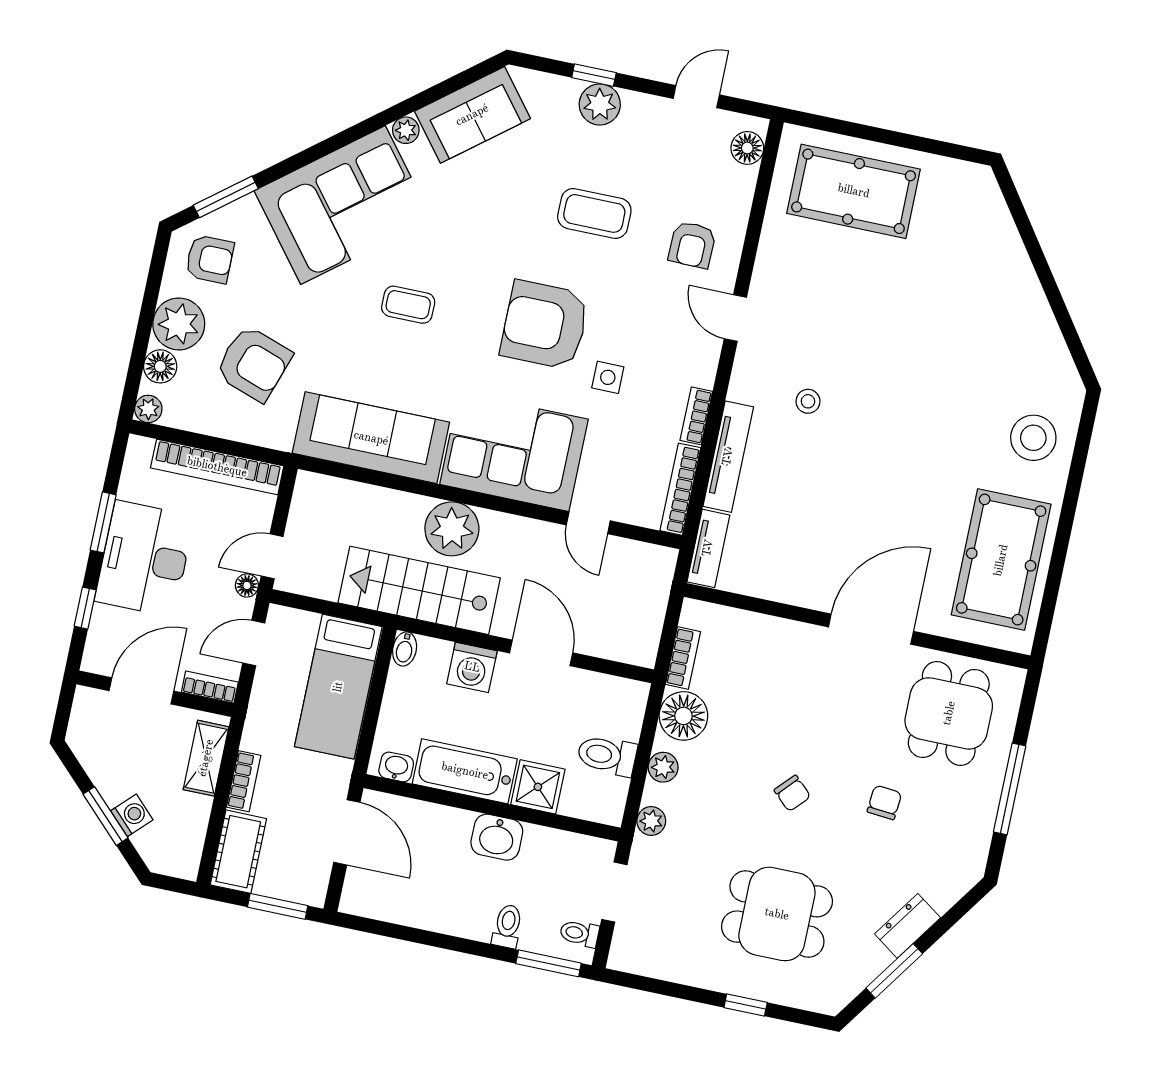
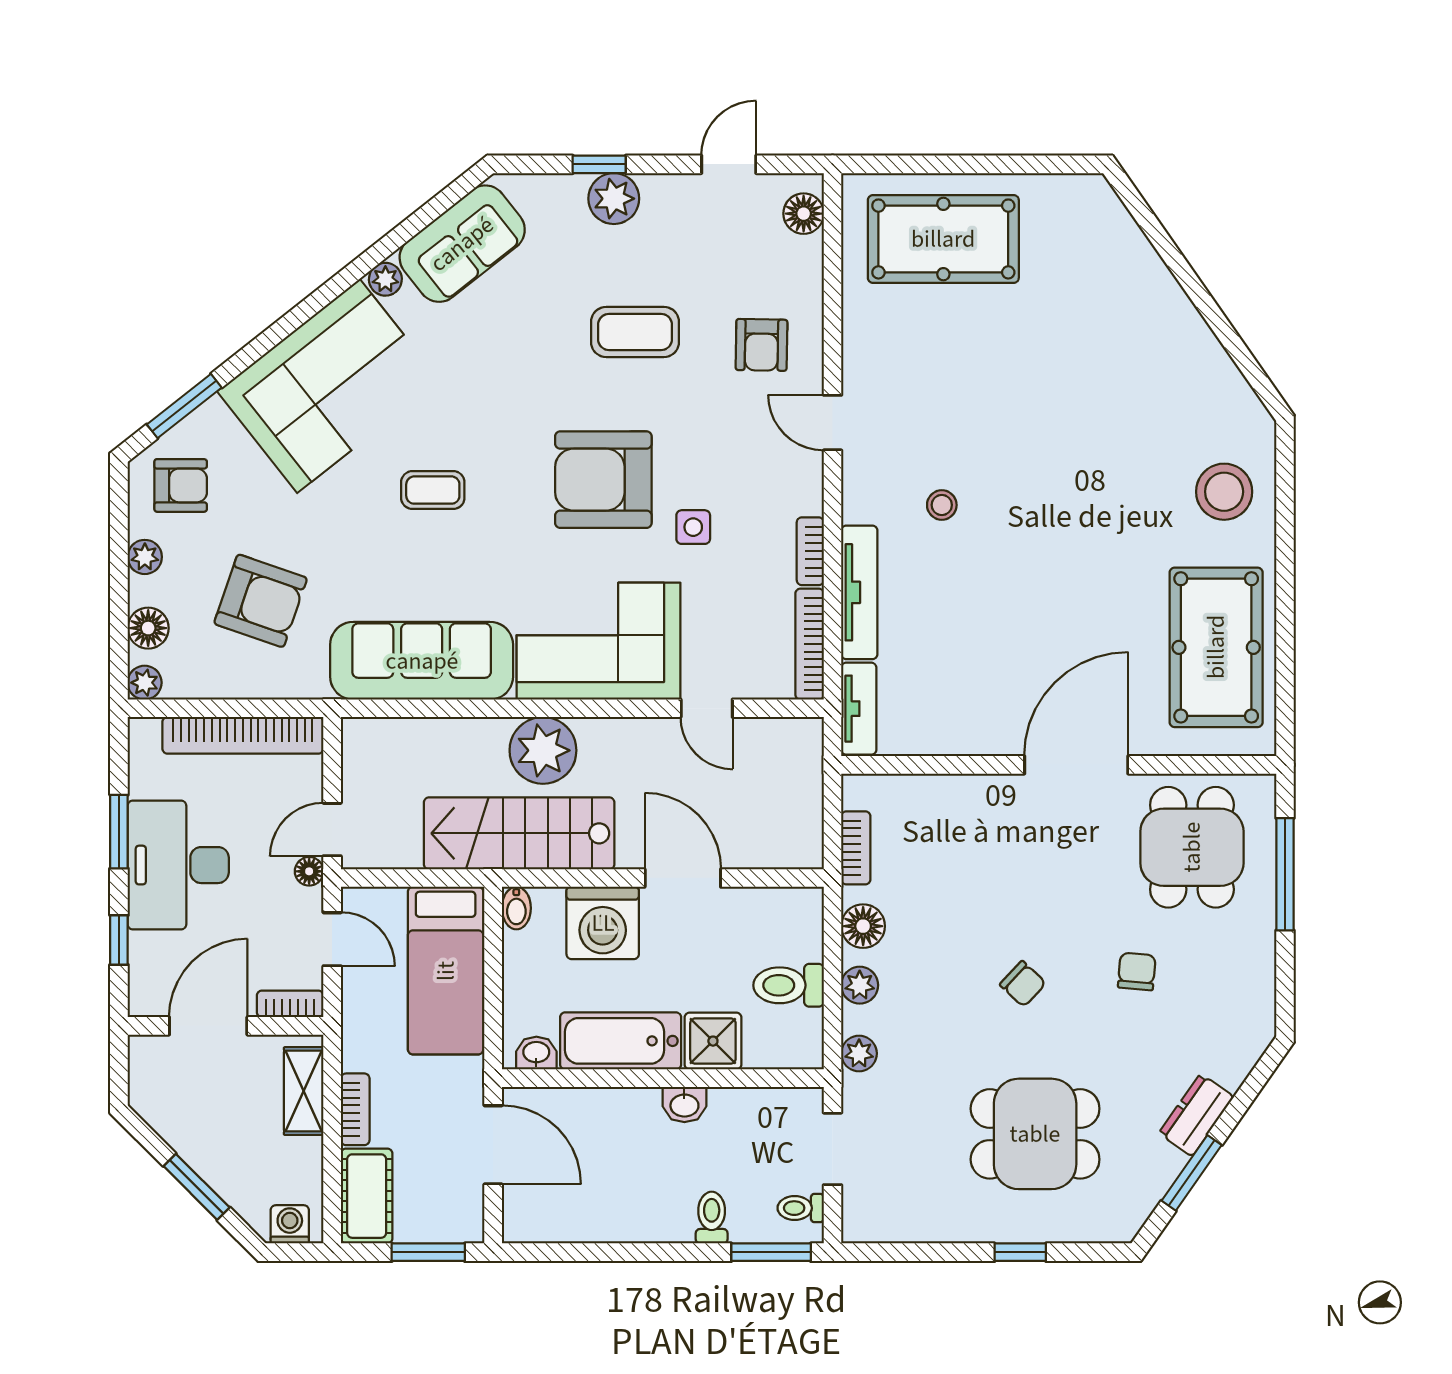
plant: (179, 324) -> (145, 557), width x0.53, depth x0.53
door: (254, 643) -> (332, 939), swing flipped
washing machine: (472, 667) -> (603, 923), width x1.37, depth x1.37
floor lamp: (683, 716) -> (863, 926), width x0.73, depth x0.73
window: (1010, 789) -> (1285, 874), moved
washing machine: (132, 815) -> (290, 1224), moved, turned -45
washbasin: (497, 837) -> (684, 1105), width x0.72, depth x0.69

